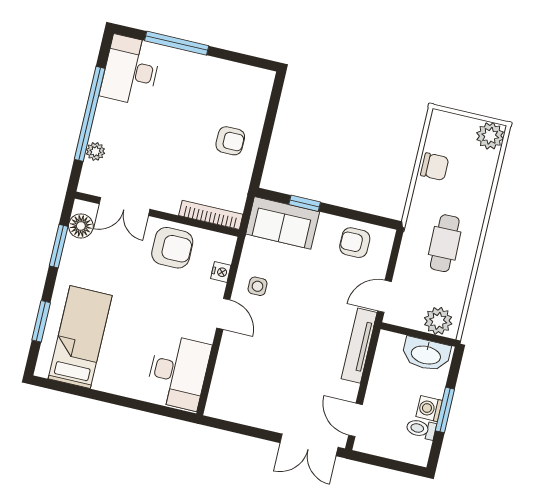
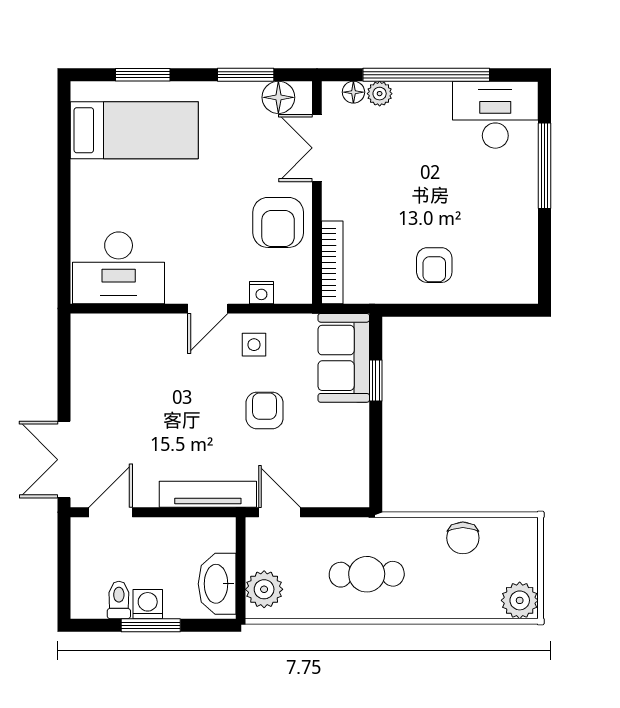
floor lamp: (90, 170) -> (353, 92), added
armchair: (355, 243) -> (265, 410), moved

